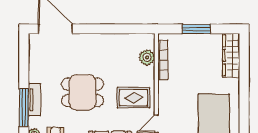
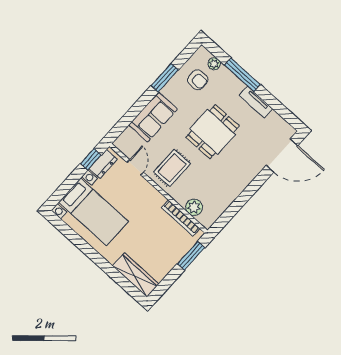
window: (196, 29) -> (191, 256), moved
tv unit: (34, 100) -> (256, 102), moved

